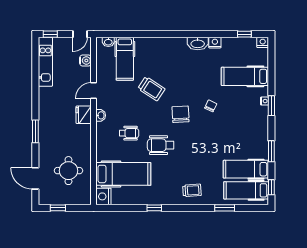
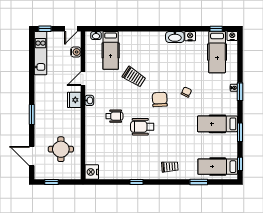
hospital bed: (245, 76) -> (217, 52), moved, turned -90
hospital bed: (246, 169) -> (217, 124), moved
hospital bed: (123, 174) -> (109, 152), removed

